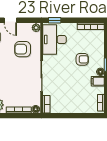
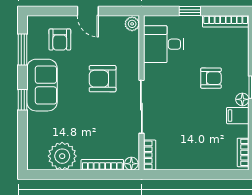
window: (55, 20) -> (190, 11), moved
desk: (54, 40) -> (164, 44), width x0.73
armchair: (23, 49) -> (103, 79), moved

